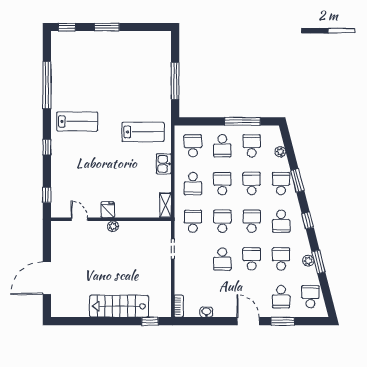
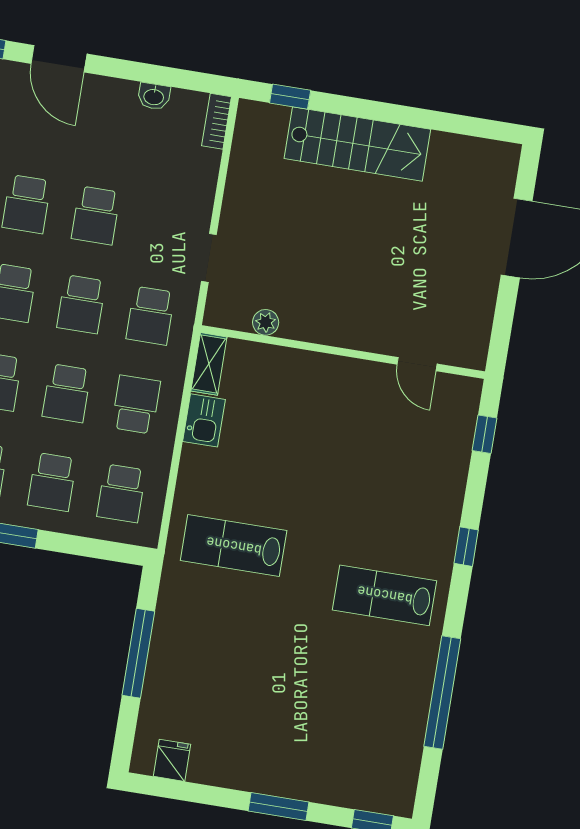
school desk: (222, 146) -> (52, 482), turned 180
kitchen sink: (164, 164) -> (204, 420), moved
fridge: (108, 210) -> (172, 760), moved, turned 180
plant: (113, 226) -> (266, 322), moved
school desk: (222, 259) -> (96, 215), turned 180

